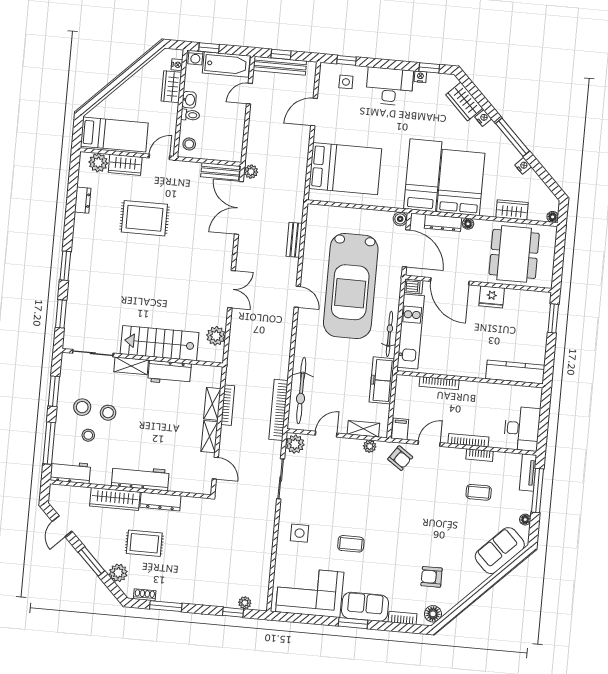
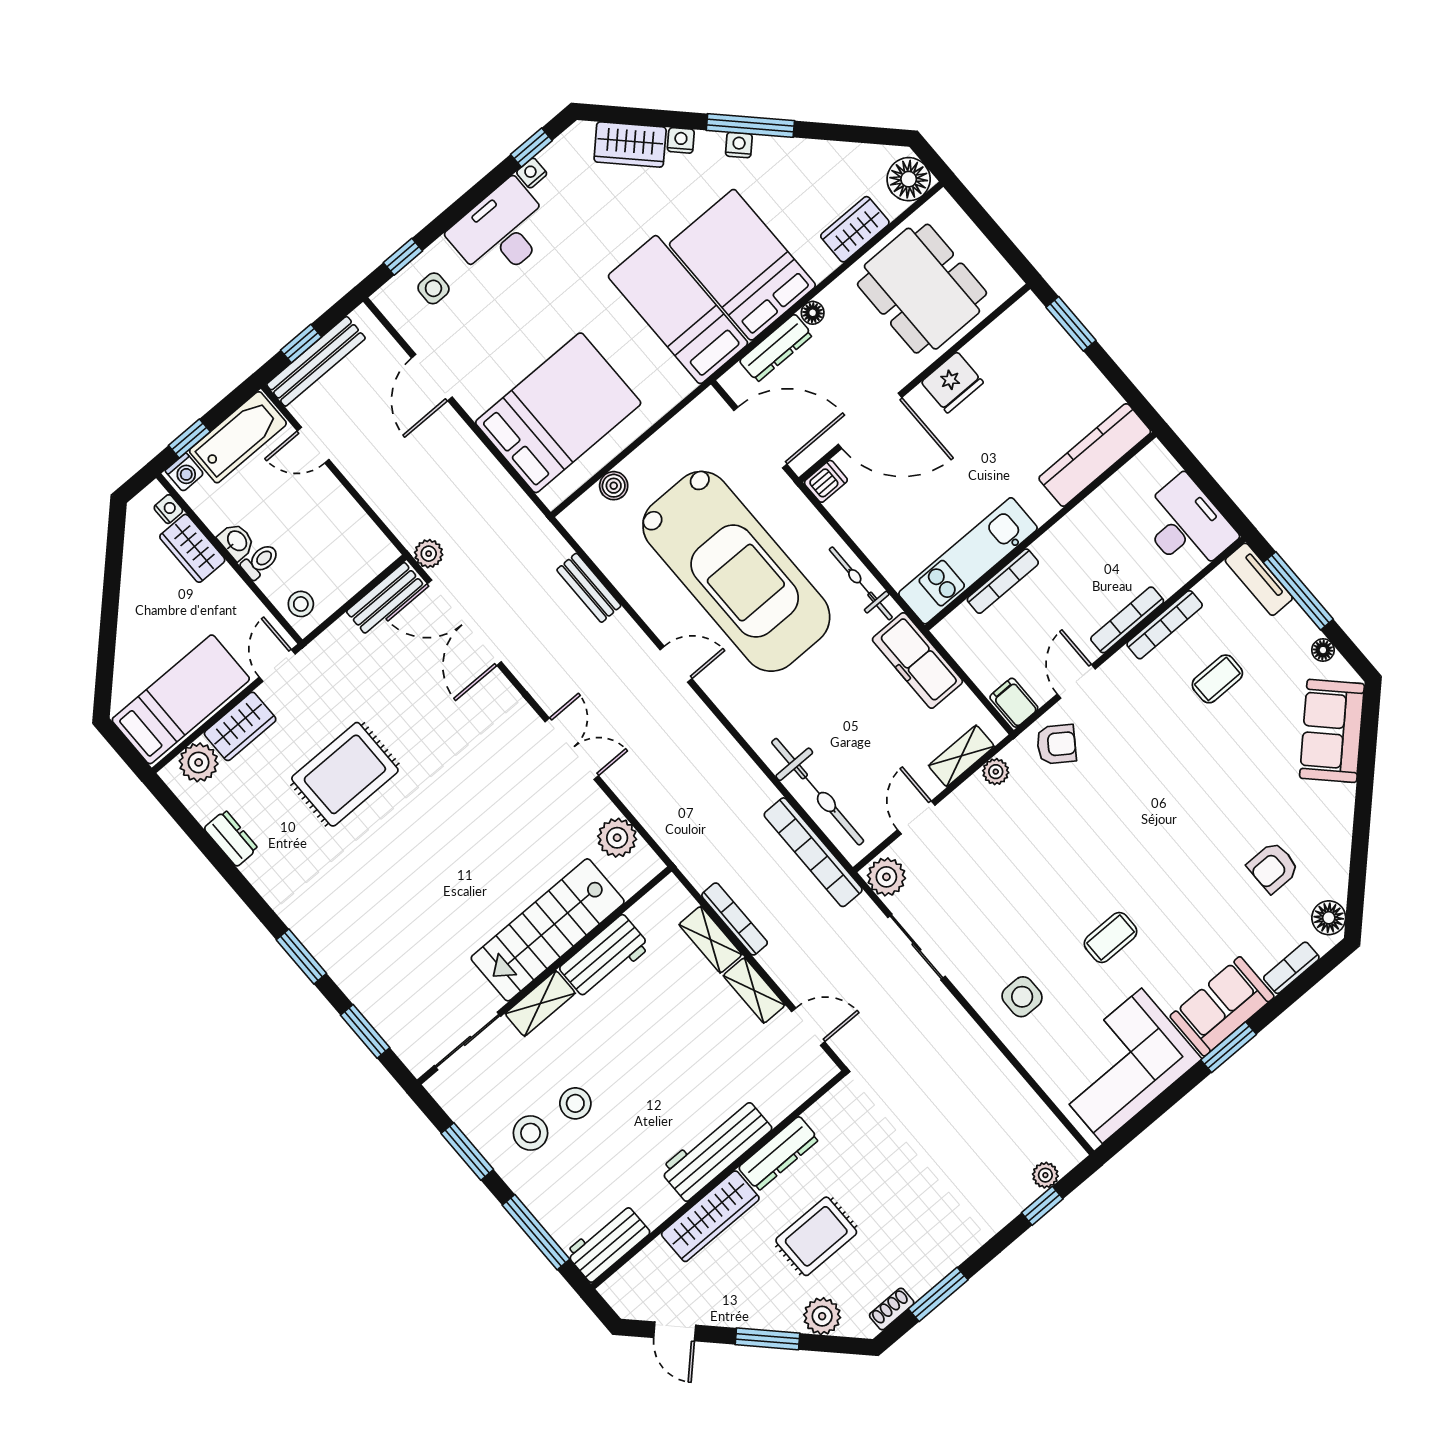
door: (249, 94) -> (313, 445), hinge flipped
nightstand: (523, 166) -> (739, 145), moved
floor lamp: (553, 217) -> (909, 179), width x1.89, depth x1.89
boiler: (400, 219) -> (614, 486), moved
kitchen unit: (411, 332) -> (968, 561), moved, turned -90
stool: (88, 435) -> (580, 1164), removed
bookcase: (480, 455) -> (1165, 625), width x1.56

